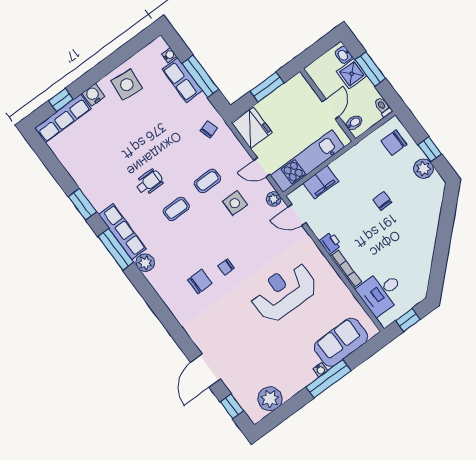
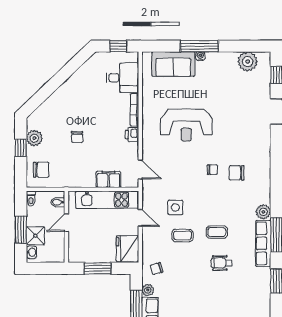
plant: (274, 199) -> (148, 290), moved

